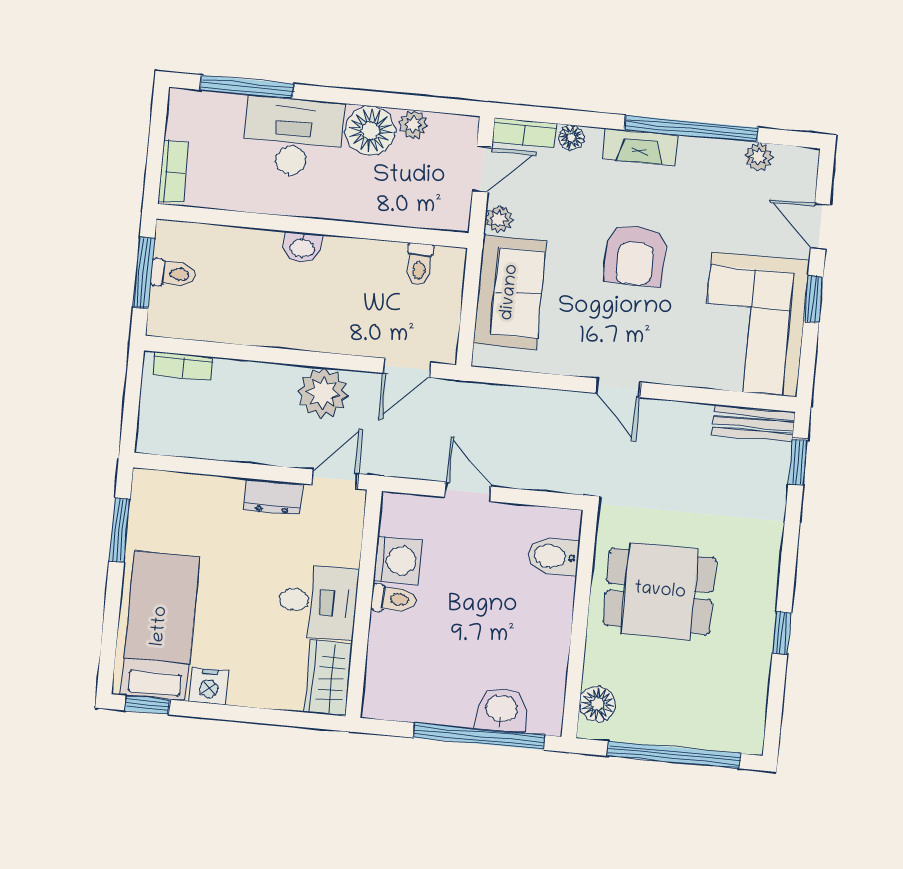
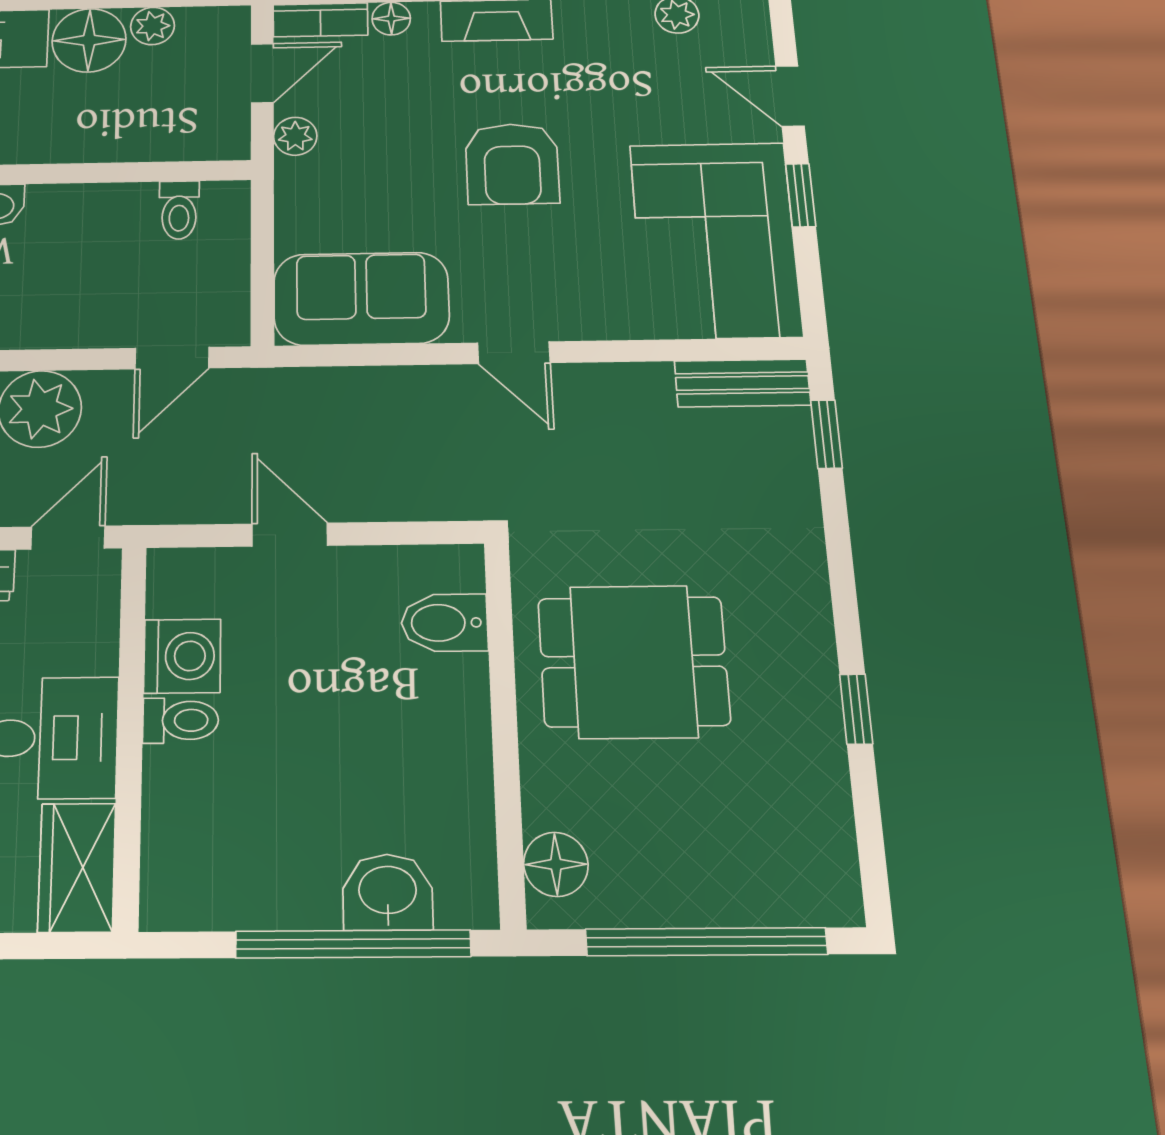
sofa: (510, 292) -> (361, 299), moved, turned -90

